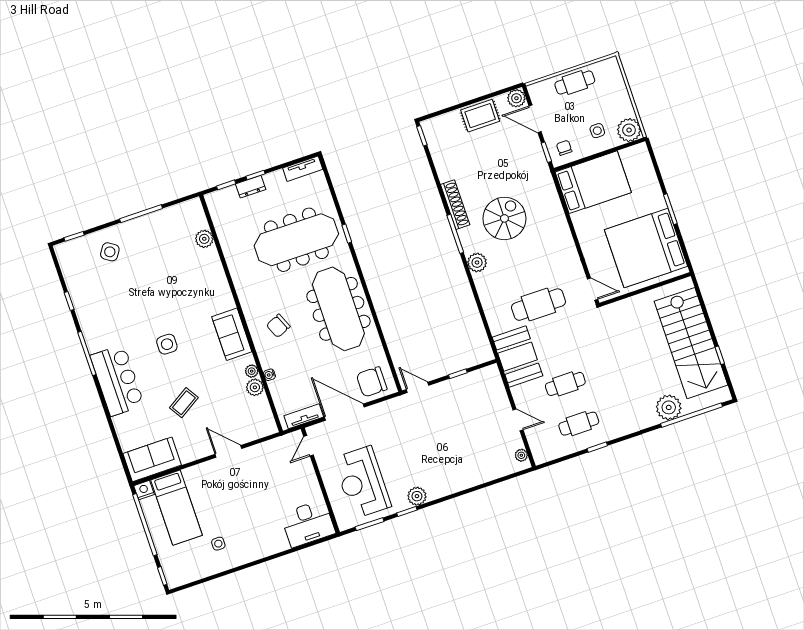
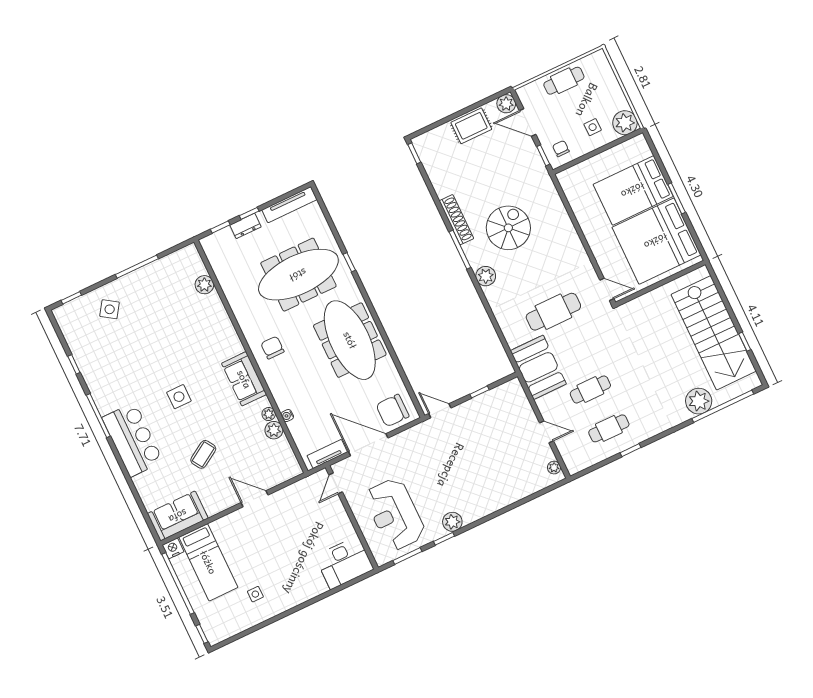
tv unit: (303, 169) -> (289, 205), width x1.41
bed: (593, 182) -> (633, 190), moved, turned 180
chair: (278, 326) -> (272, 348), moved, turned 113

